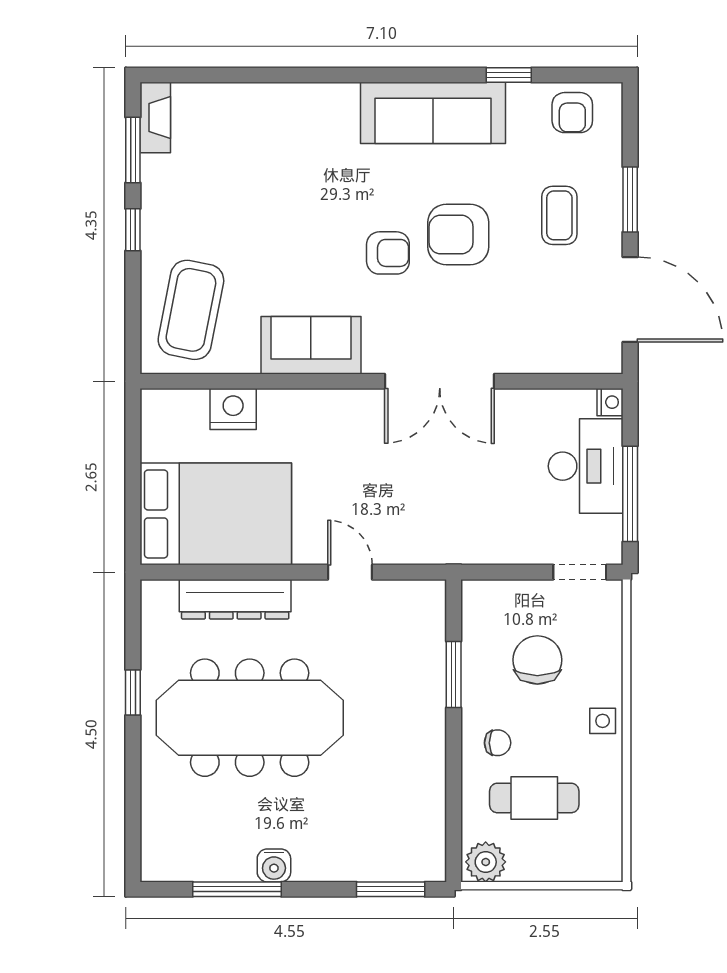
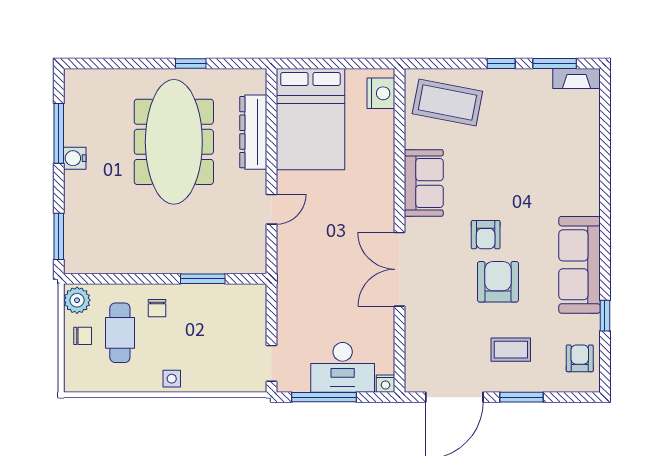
armchair: (572, 113) -> (580, 358), turned 90
nightstand: (233, 409) -> (381, 93), moved
chair: (537, 660) -> (83, 336), moved, width x0.54, depth x0.54

